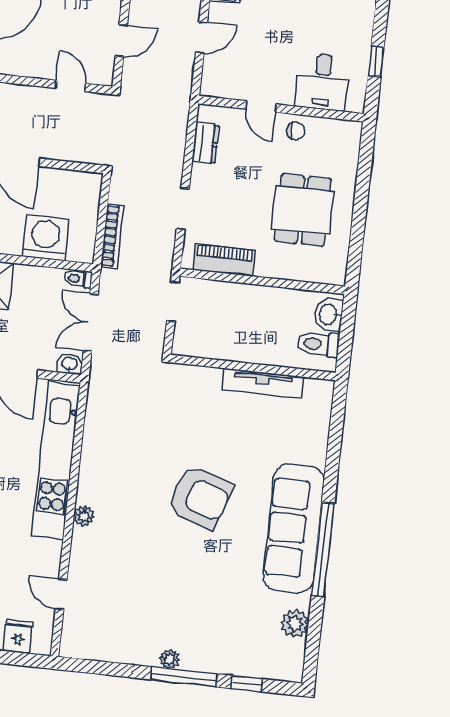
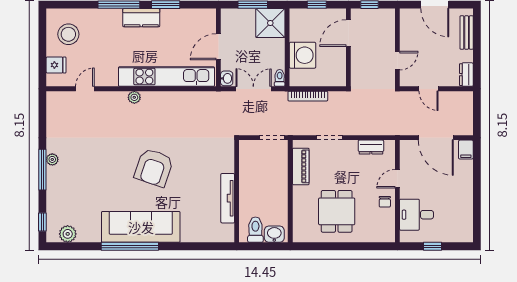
door: (202, 37) -> (436, 138), width x1.87
dining table: (303, 210) -> (337, 211), turned 90
plant: (295, 624) -> (68, 234), moved
window: (247, 684) -> (42, 222), moved

